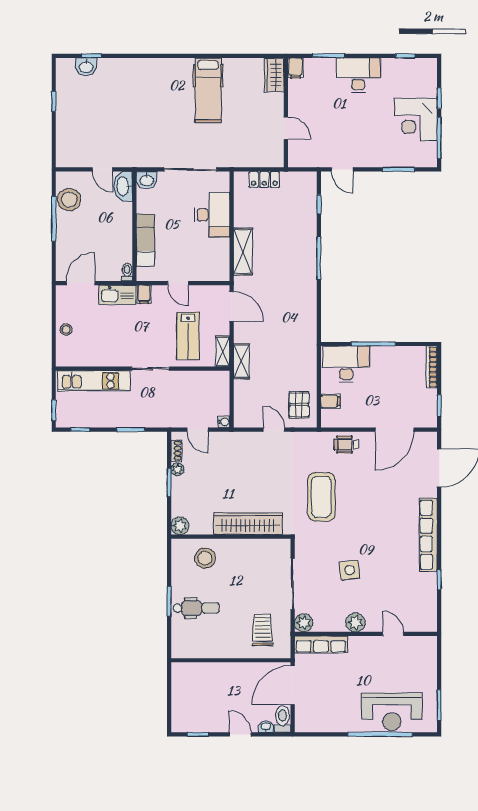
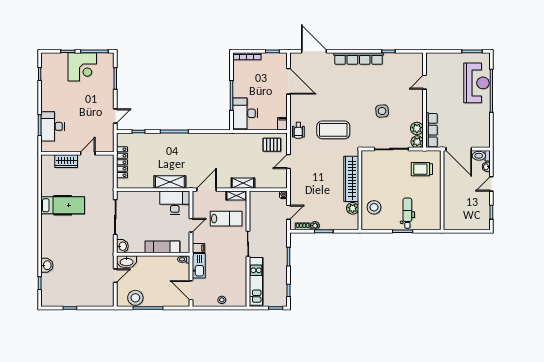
washbasin: (86, 67) -> (47, 265), moved
filing cabinet: (296, 68) -> (48, 147), removed
wardrobe: (274, 75) -> (66, 161), moved
desk: (358, 75) -> (53, 126), moved
locker: (264, 179) -> (122, 162), width x1.53
desk: (212, 215) -> (175, 203), moved
filing cabinet: (331, 401) -> (282, 124), moved
wheelchair: (346, 445) -> (298, 130), moved
plant: (180, 526) -> (353, 208), moved
plant: (355, 622) -> (417, 128), moved

